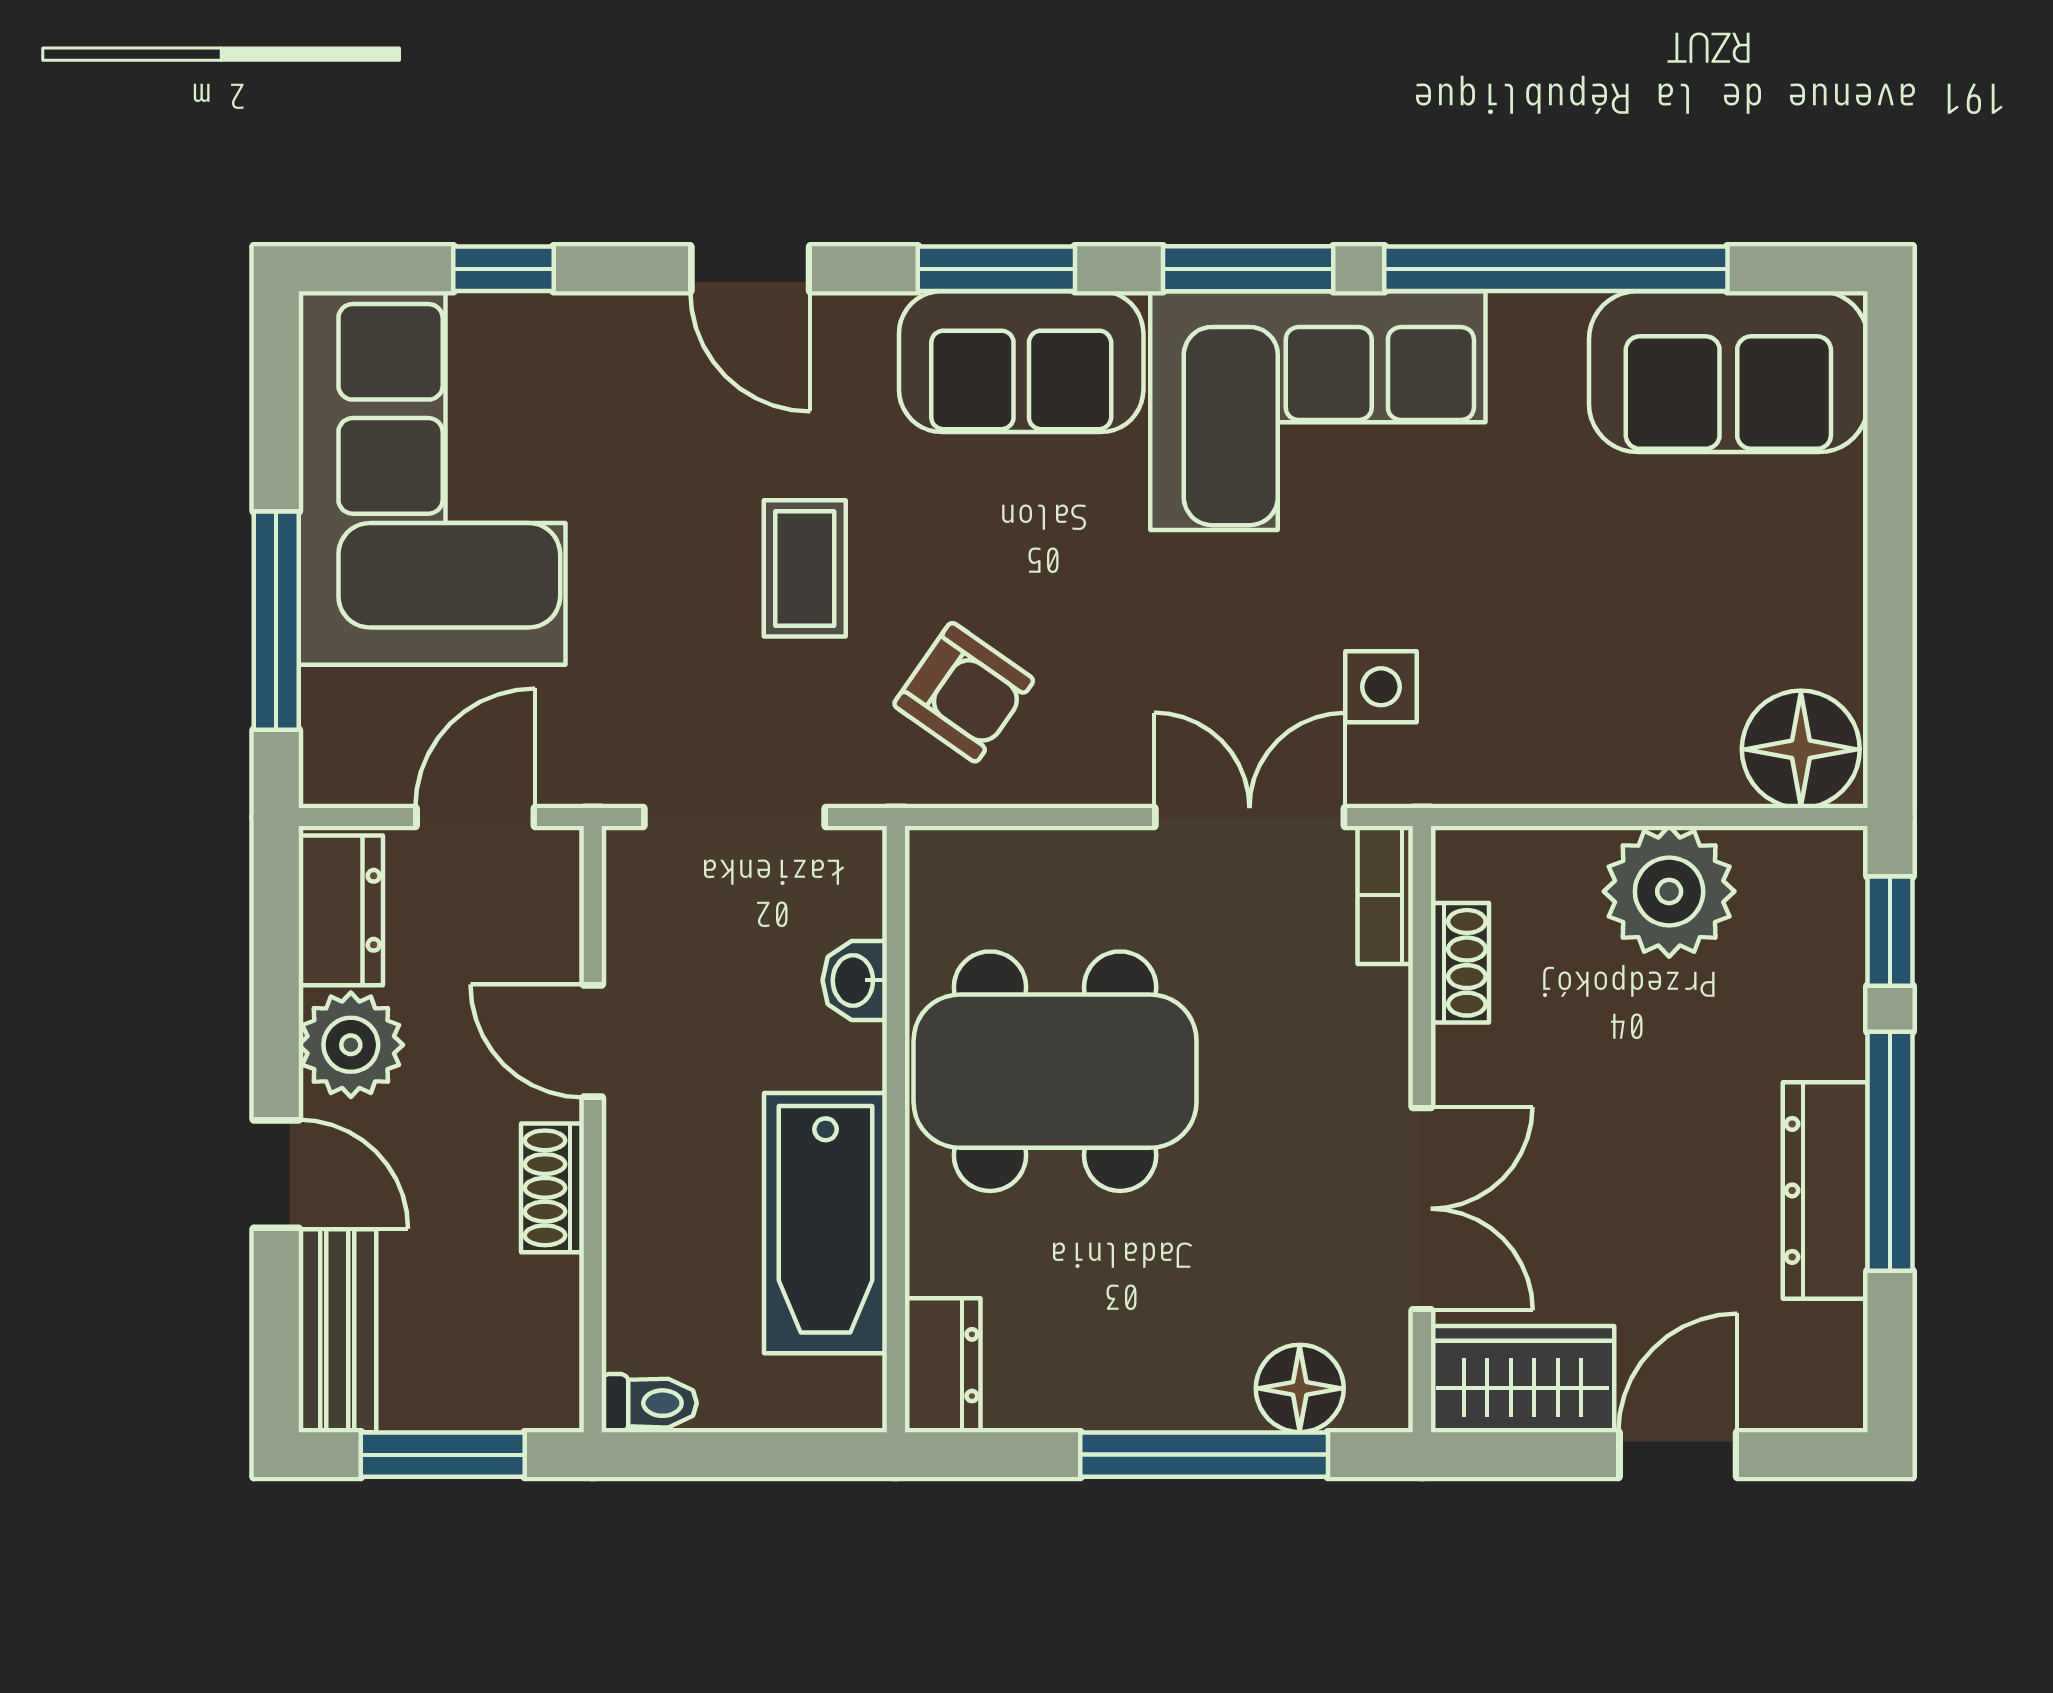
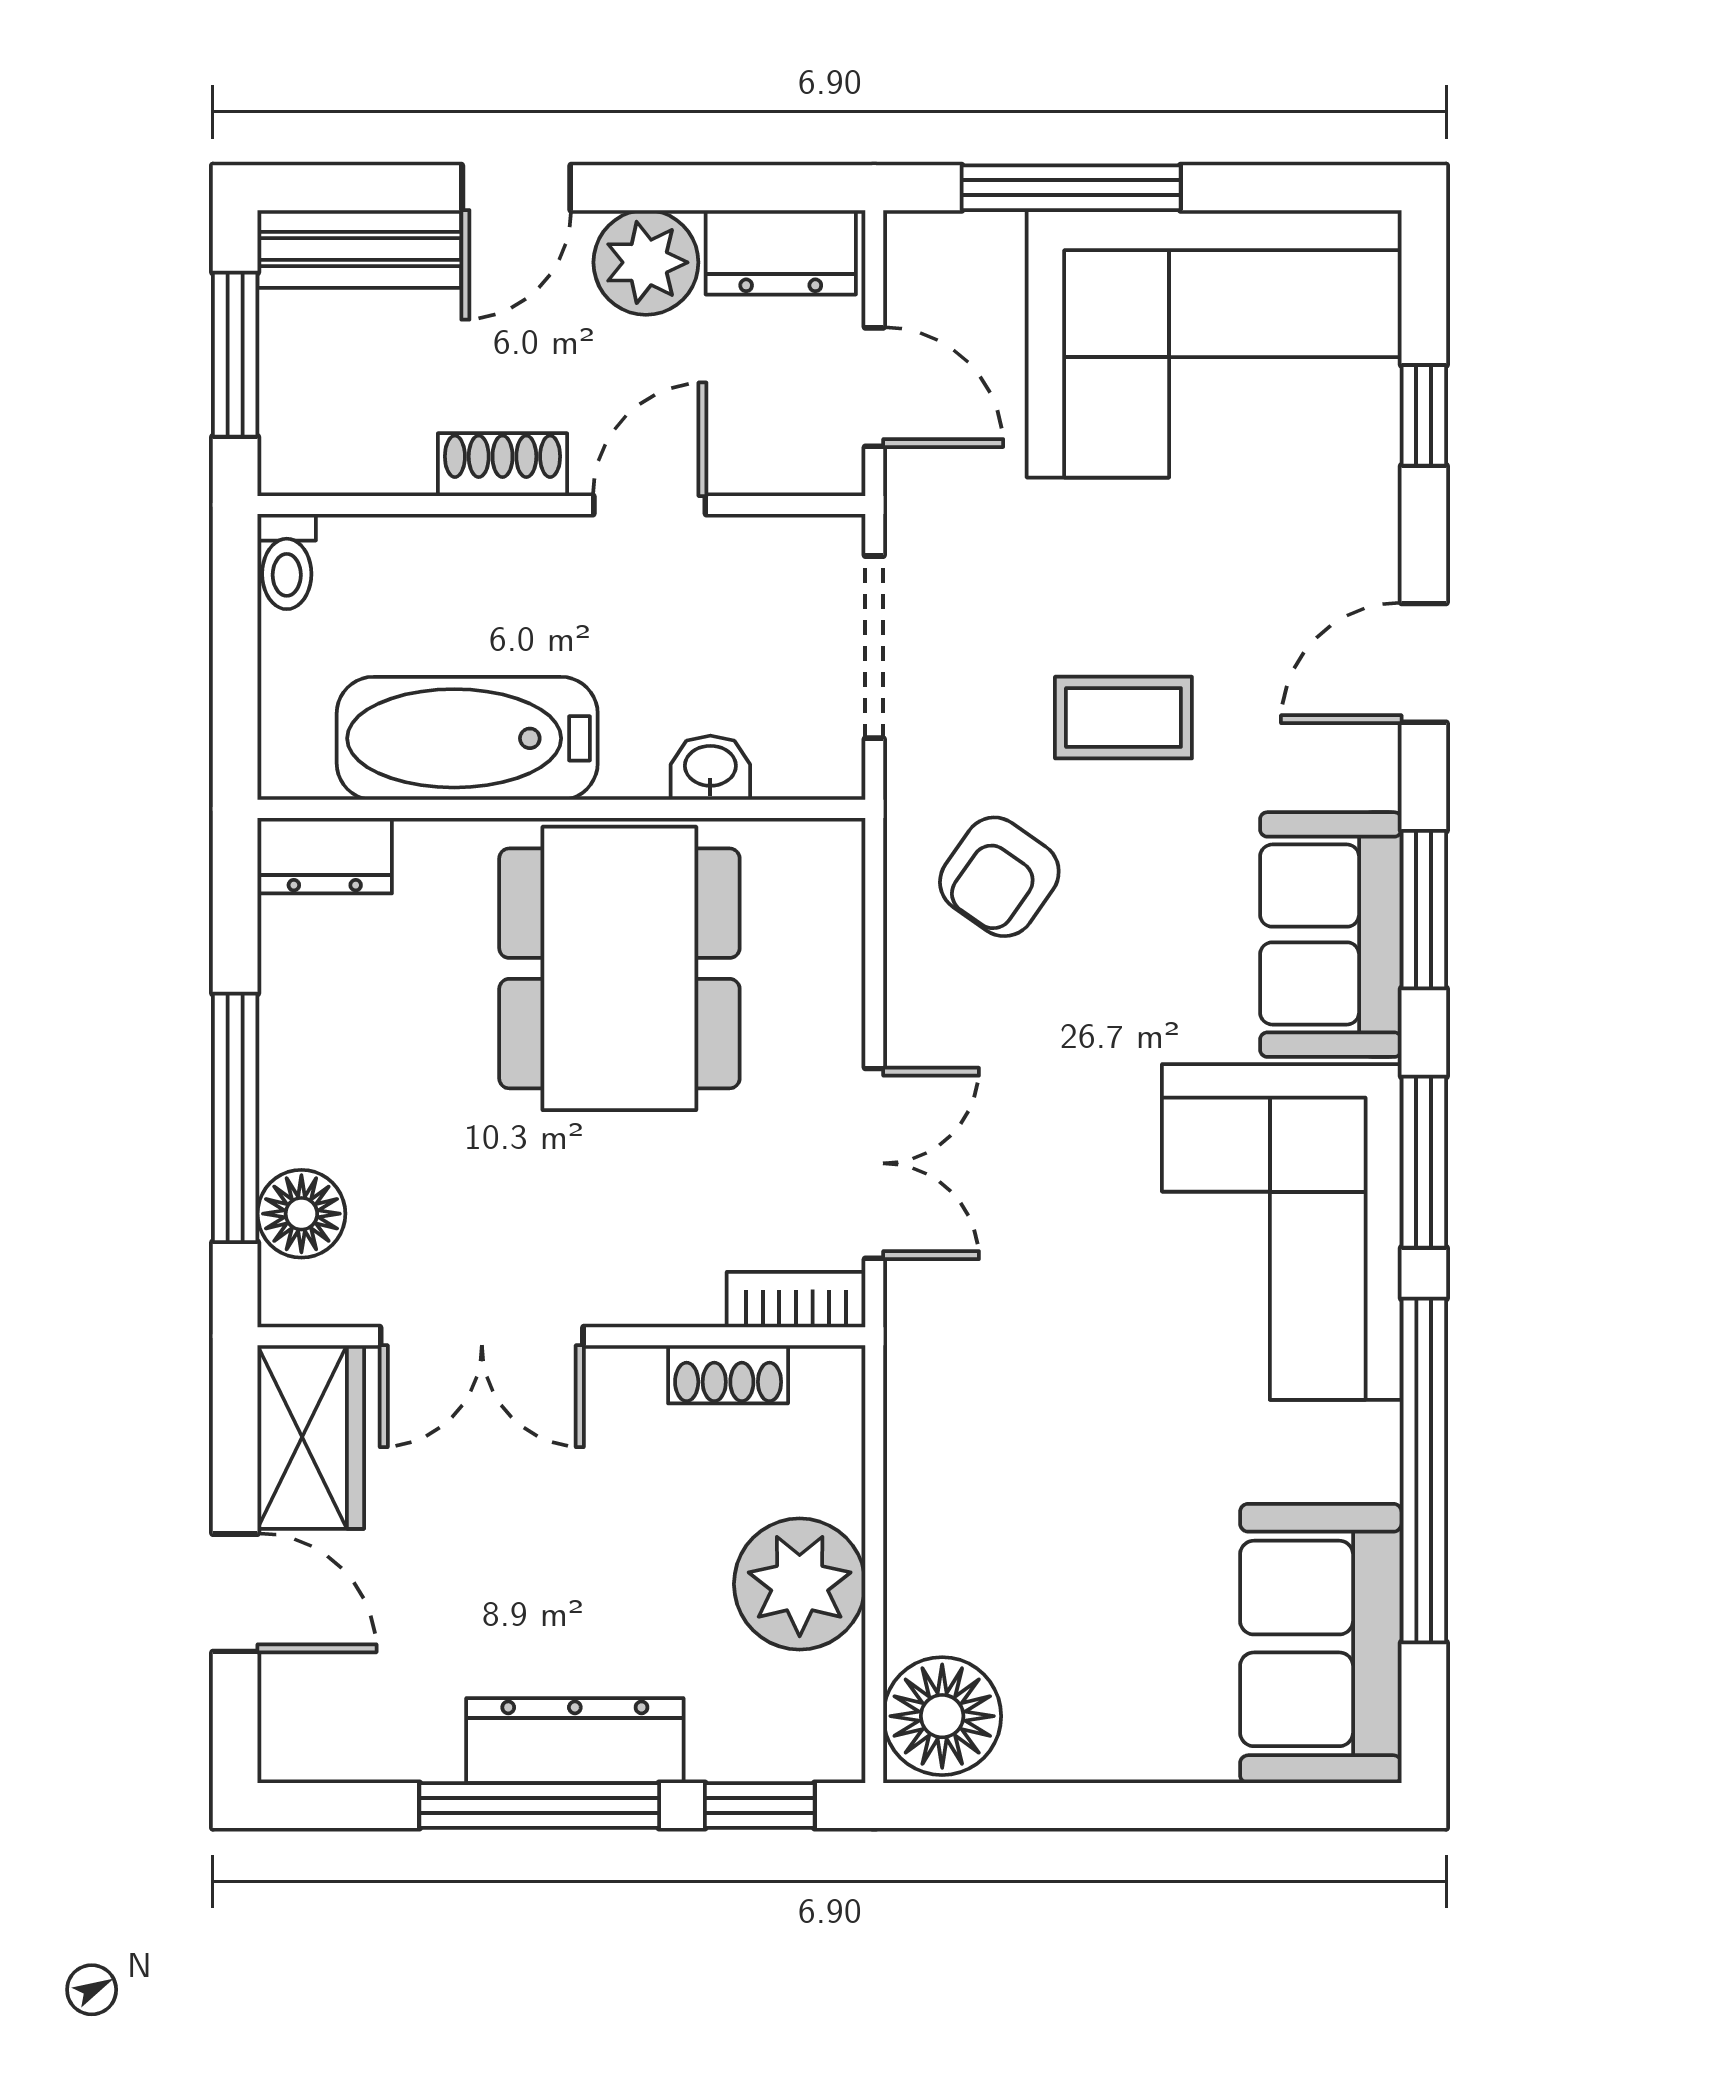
side table: (1381, 687) -> (1005, 1295), removed
dresser: (1825, 1190) -> (575, 1741), moved

